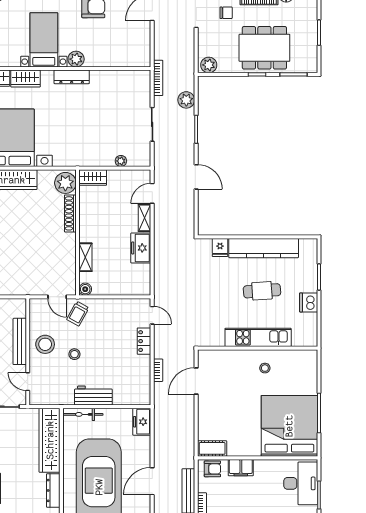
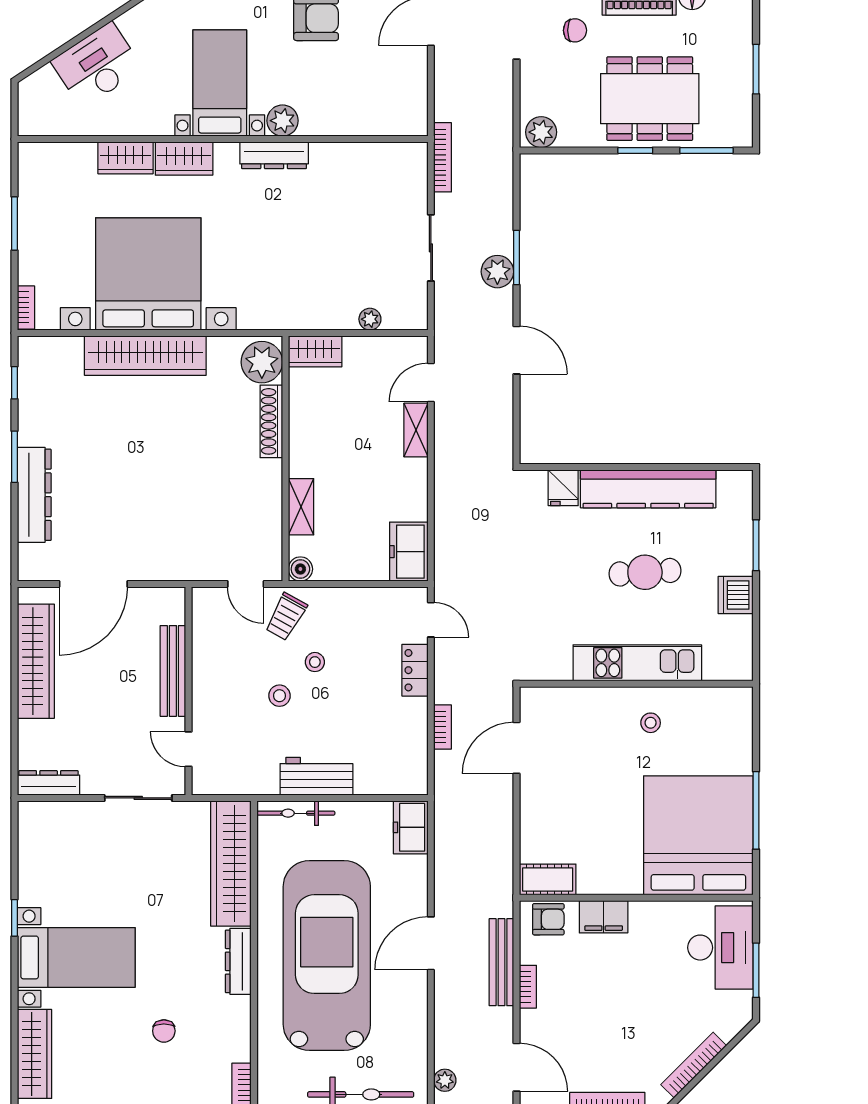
plant: (186, 100) -> (497, 272), moved
freezer: (141, 248) -> (409, 552), moved
stool: (45, 344) -> (315, 662), moved, width x0.53, depth x0.53

